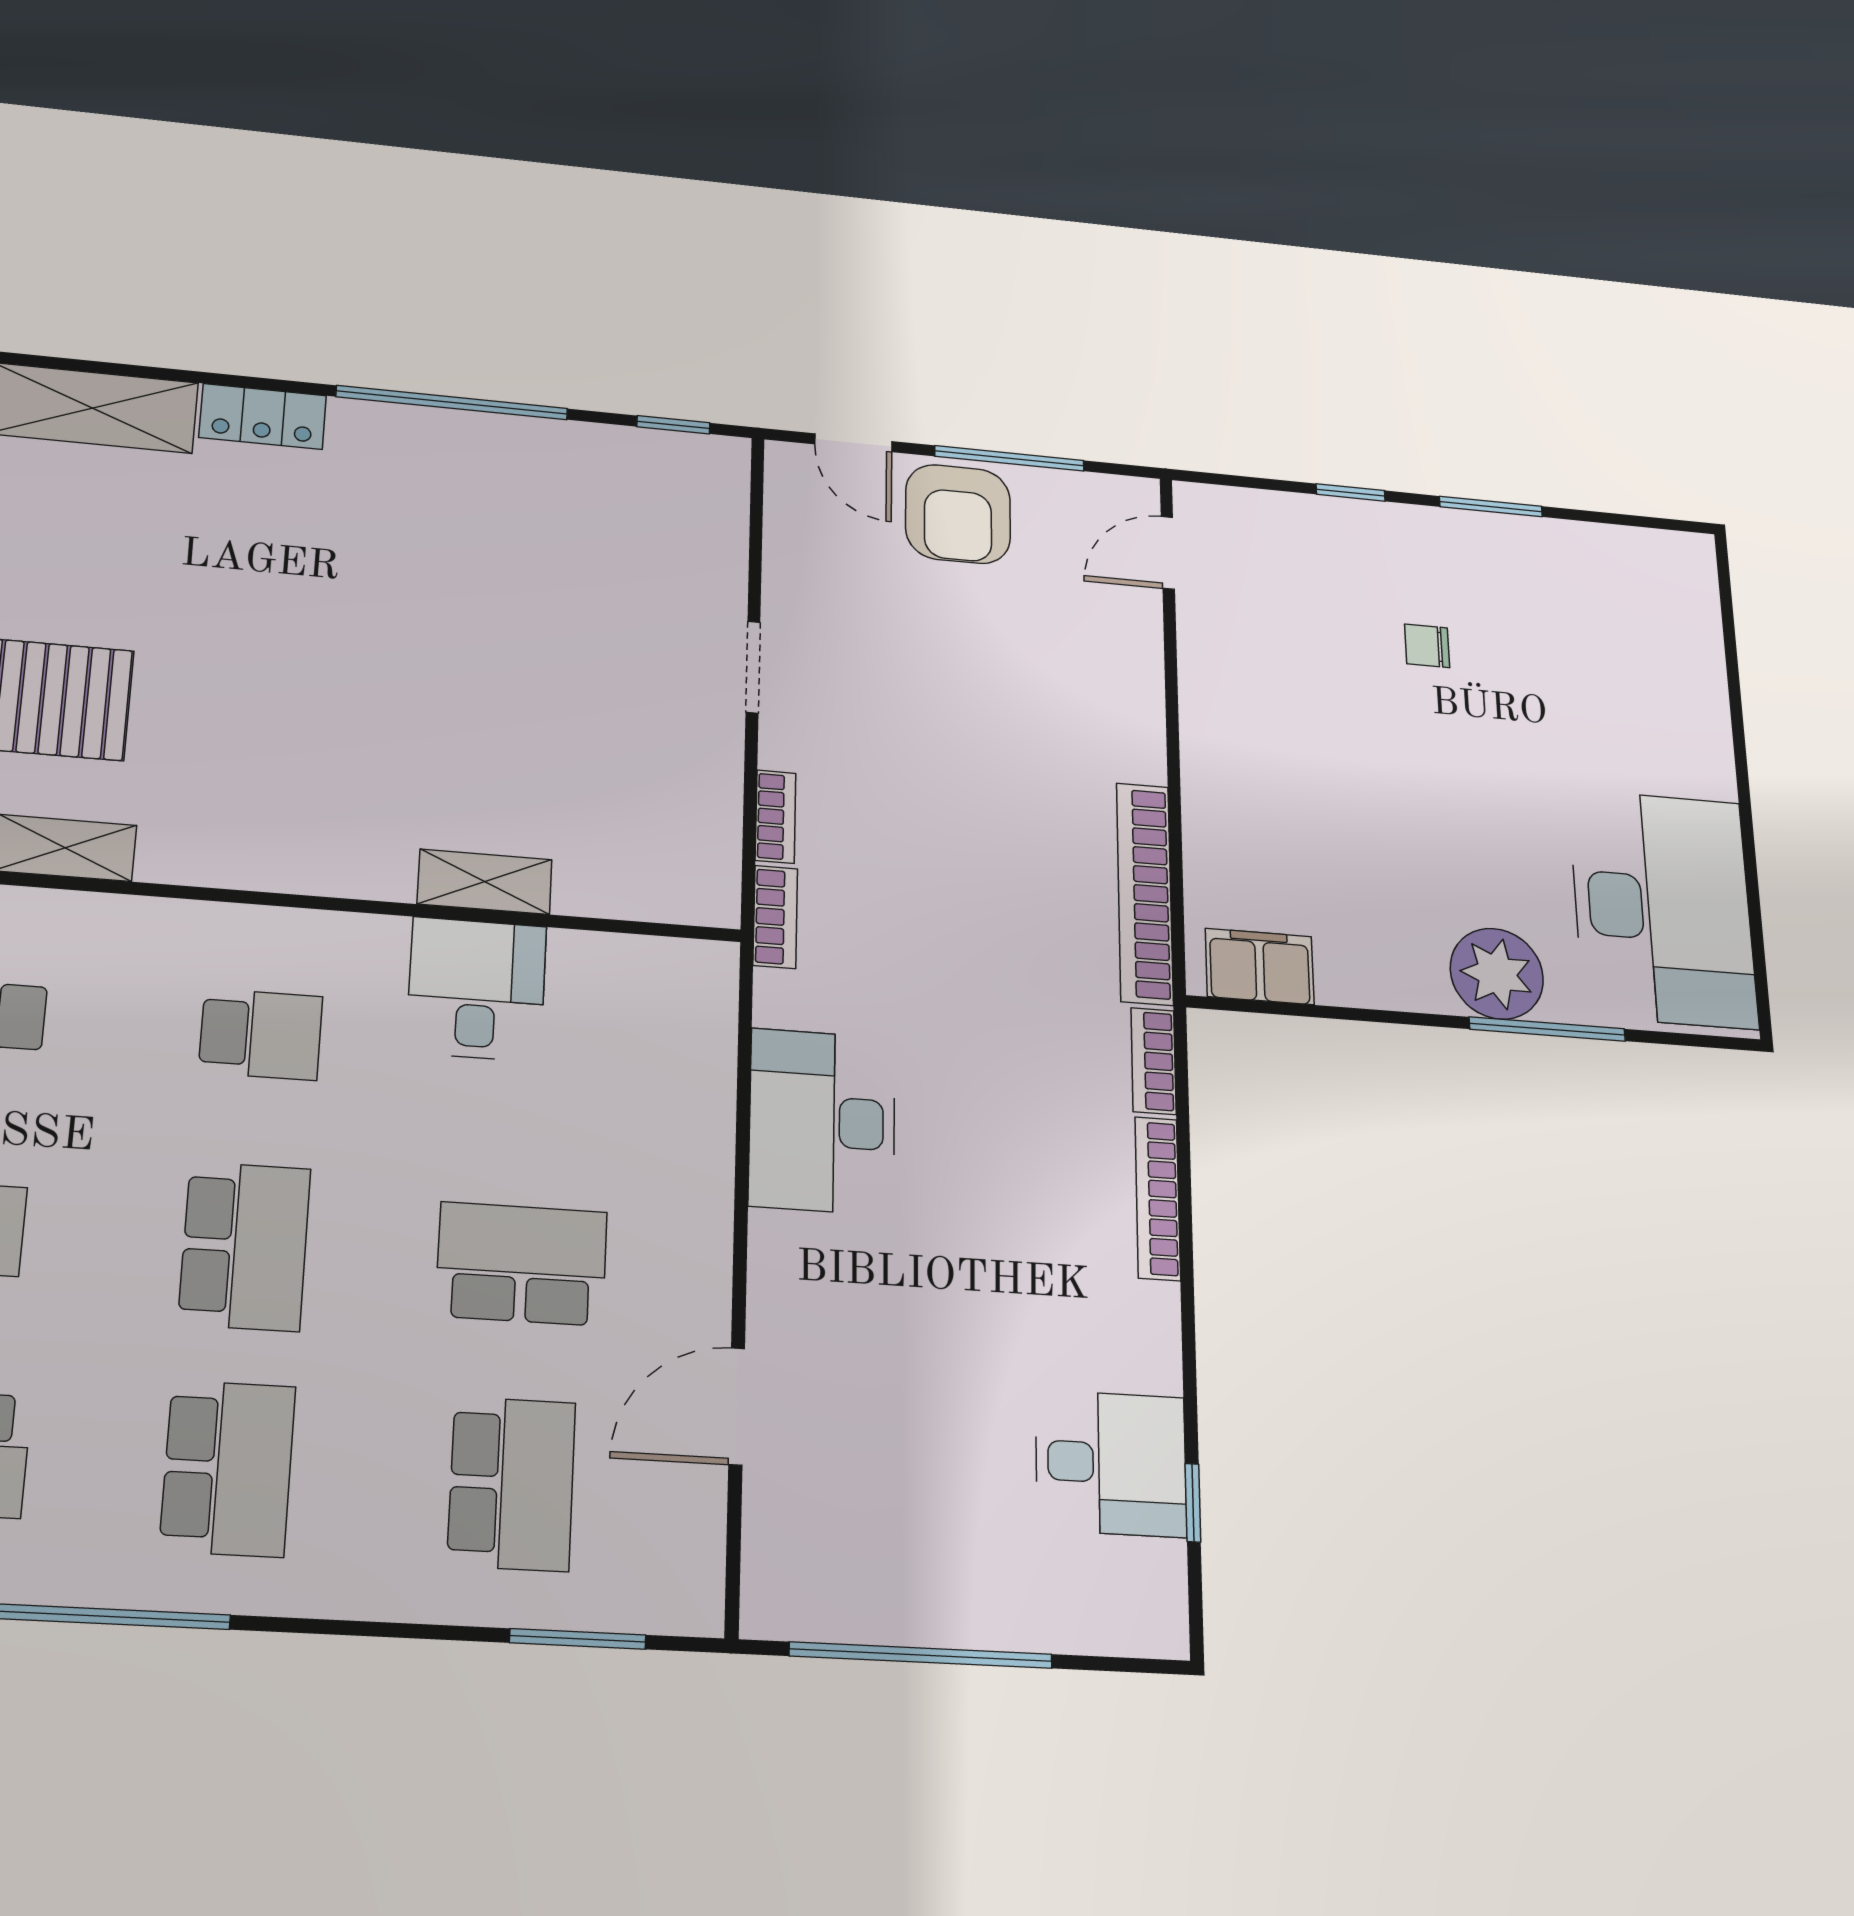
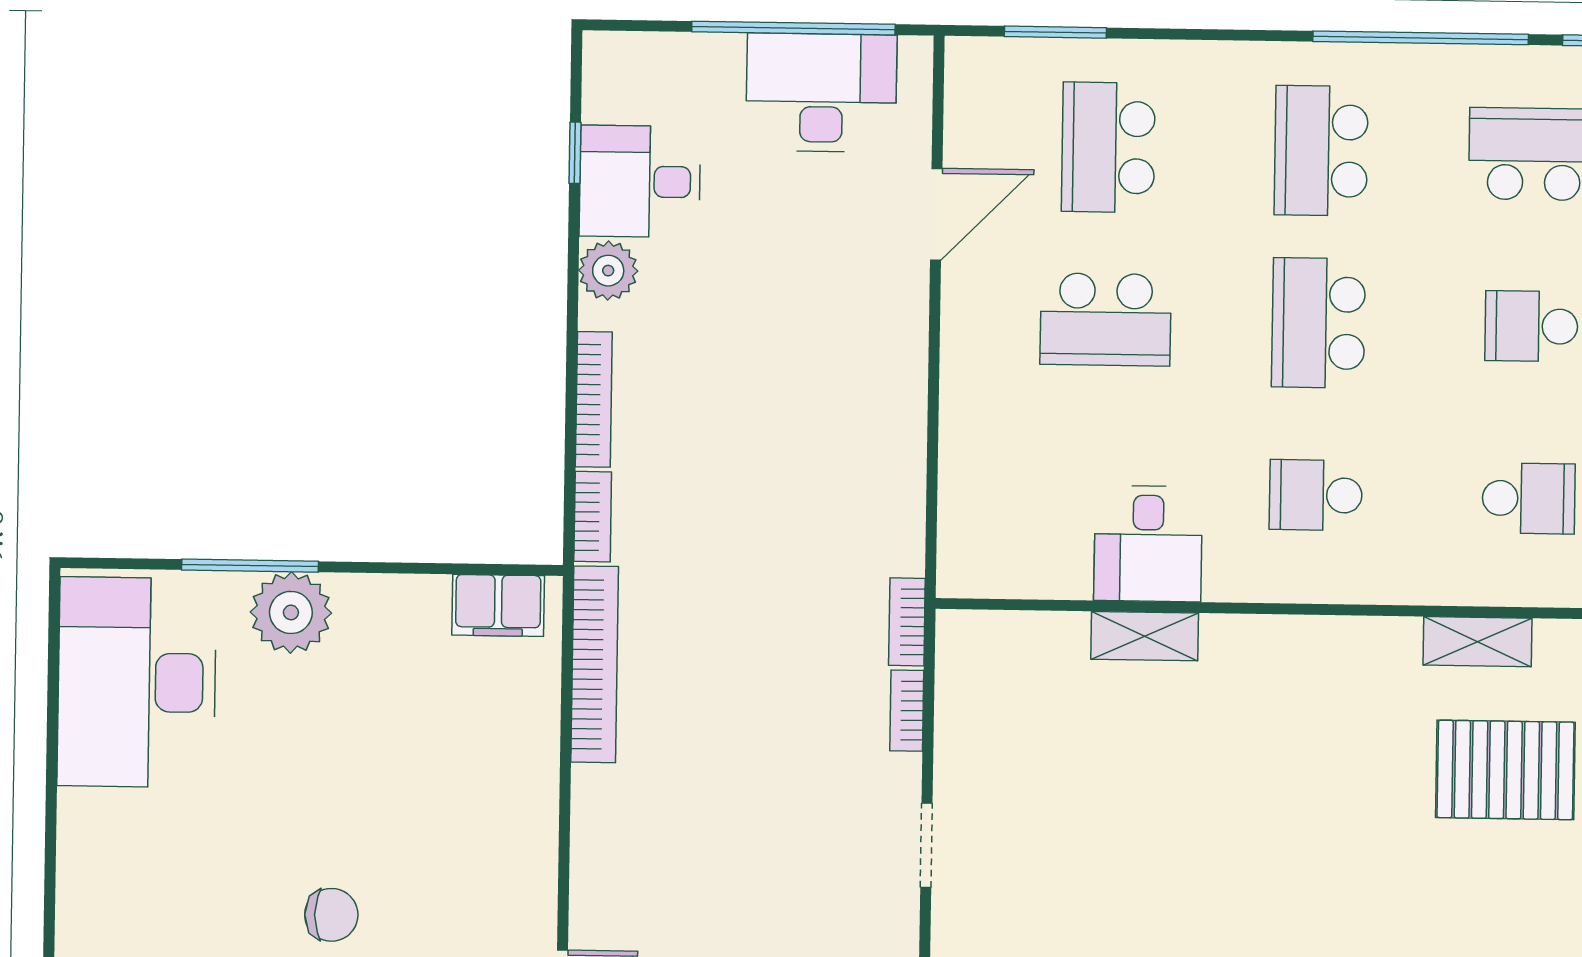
chair: (1427, 646) -> (331, 915), width x1.37, depth x1.37
desk: (822, 1121) -> (821, 93), moved, turned -90
plant: (1146, 1354) -> (608, 271), added

